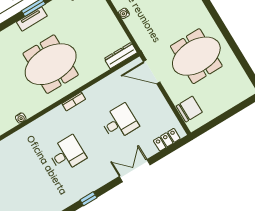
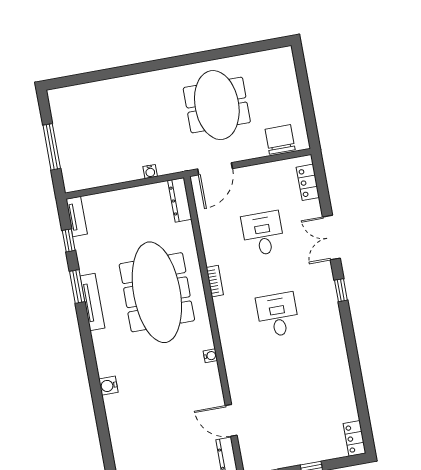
water cooler: (124, 13) -> (150, 171), moved
tv unit: (32, 19) -> (92, 302), width x1.41
meeting table: (51, 64) -> (157, 292), width x1.36
window: (88, 199) -> (341, 290), moved

